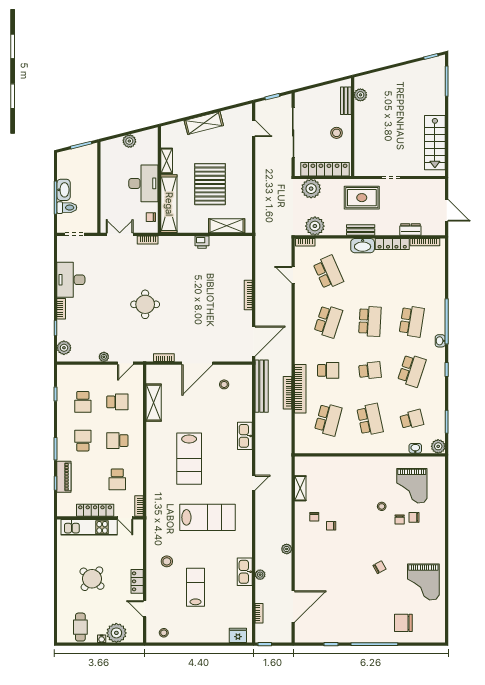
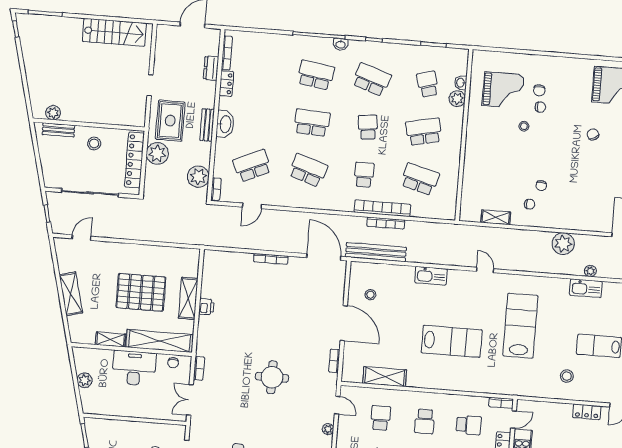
plant: (311, 189) -> (157, 153), moved
shelving: (227, 226) -> (188, 298), moved
locker: (392, 244) -> (226, 84), width x0.66
plant: (438, 446) -> (457, 99), moved
plant: (287, 549) -> (563, 244), width x1.88, depth x1.88

